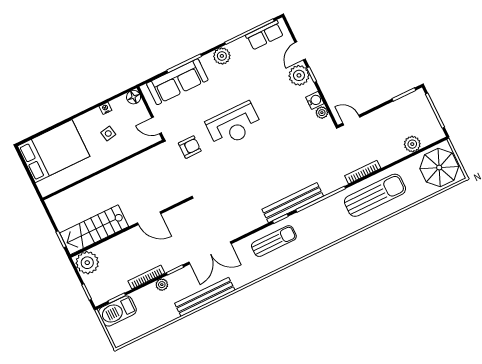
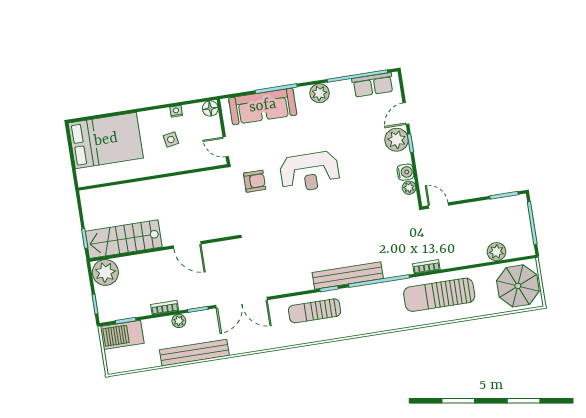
bookcase: (363, 172) -> (426, 267), width x0.64
sun lounger: (375, 195) -> (439, 295), turned 180
sun lounger: (274, 241) -> (315, 311), turned 180
bookcase: (146, 277) -> (165, 308), width x0.64
bench: (205, 297) -> (194, 353), moved

